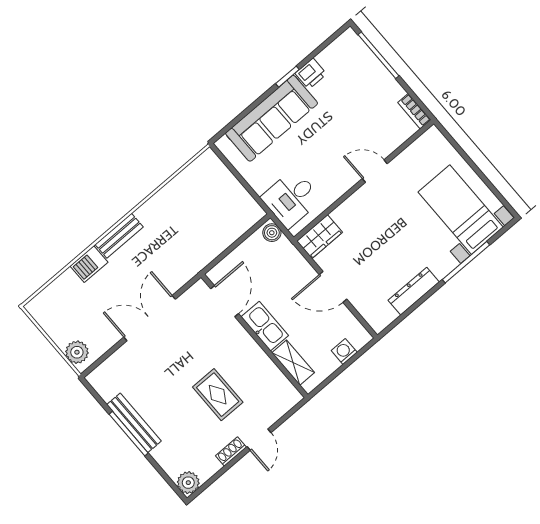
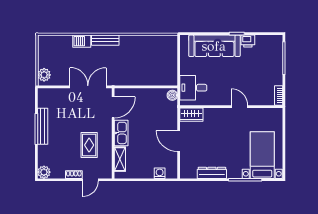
door: (225, 301) -> (113, 107), moved
kitchen sink: (265, 326) -> (121, 133), moved
wall: (254, 336) -> (113, 133), moved
shelving: (293, 363) -> (120, 159), moved

